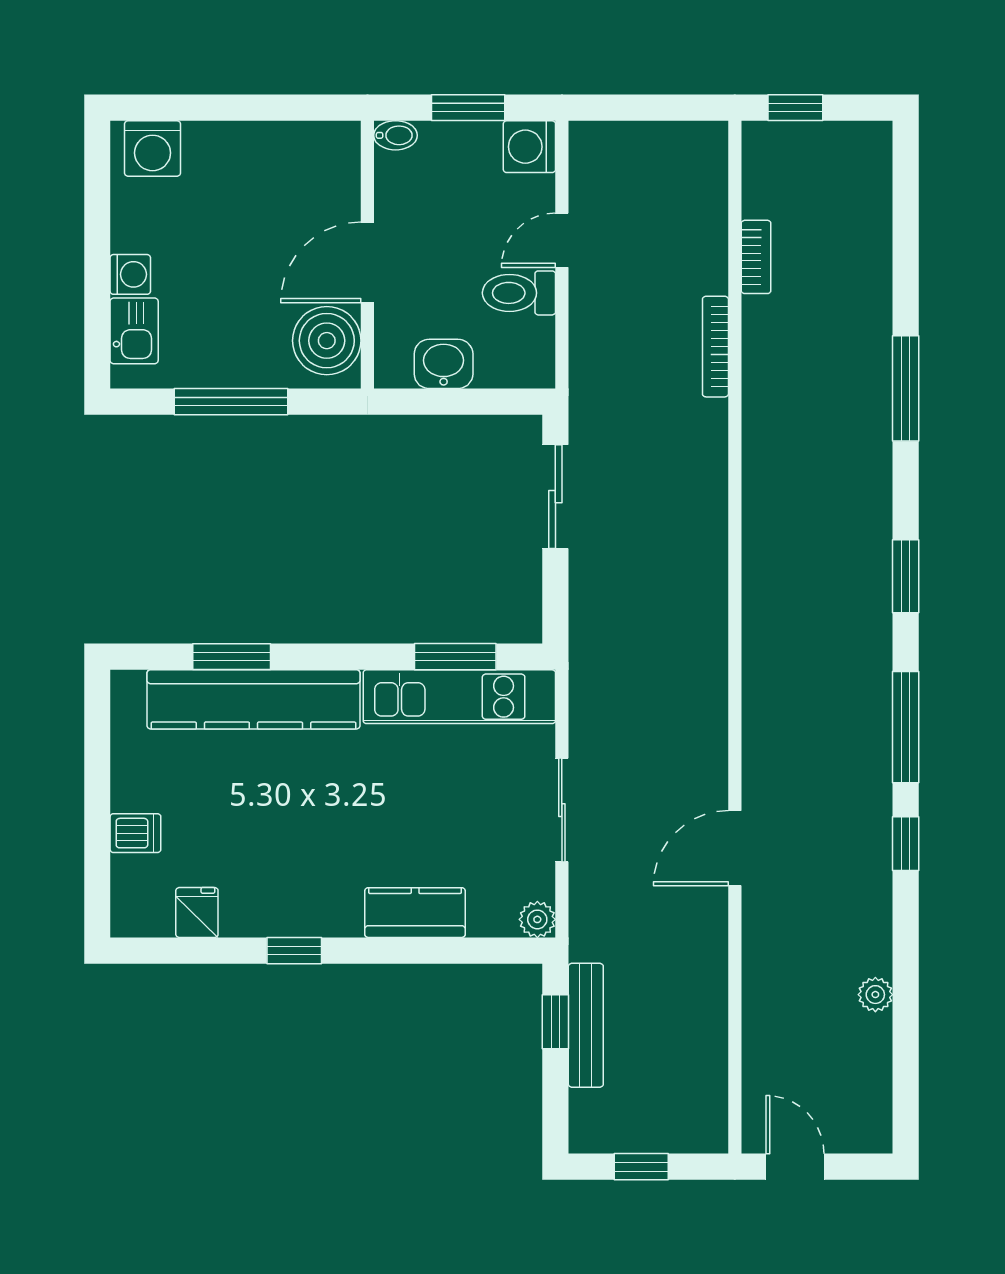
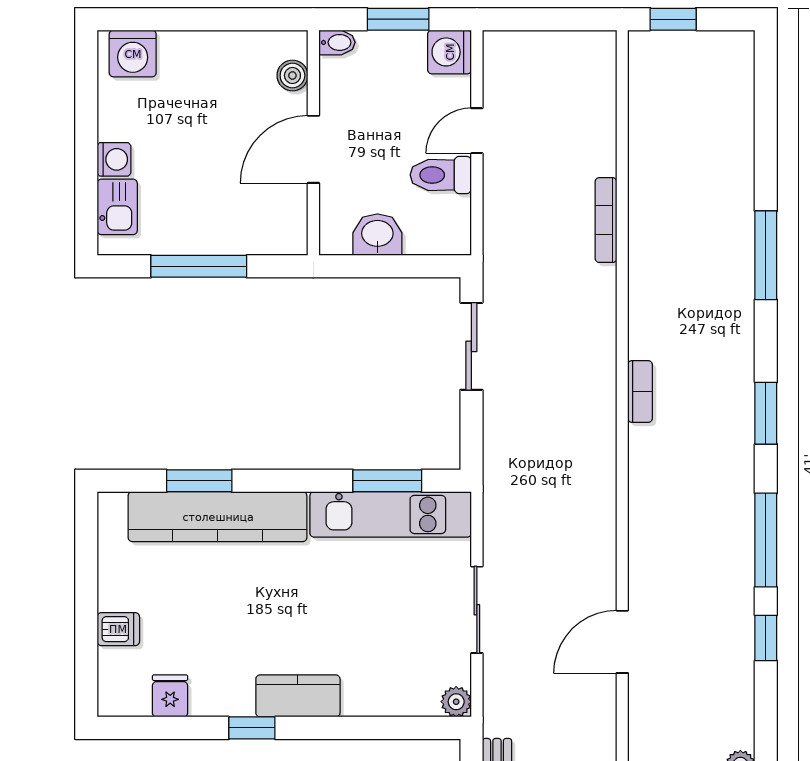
bookcase: (756, 257) -> (640, 392), moved
boiler: (327, 341) -> (292, 75), moved, width x0.54, depth x0.54
kitchen counter: (415, 913) -> (298, 696), moved

